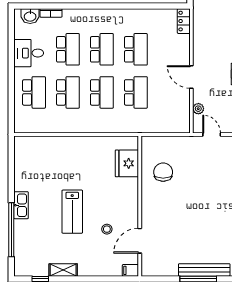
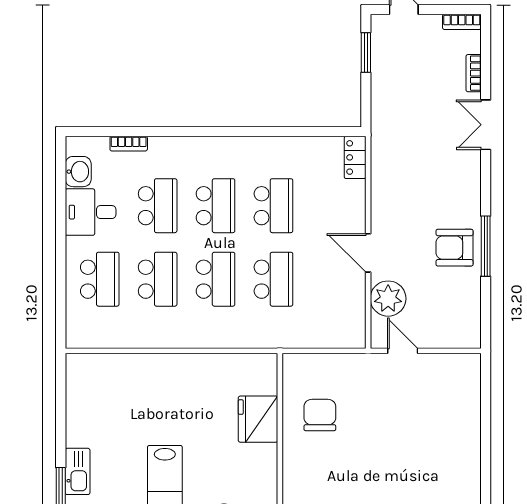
washbasin: (30, 16) -> (78, 172), moved, turned -90
plant: (198, 109) -> (388, 299), width x1.87, depth x1.87
fridge: (127, 163) -> (258, 419), moved

